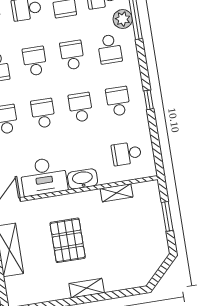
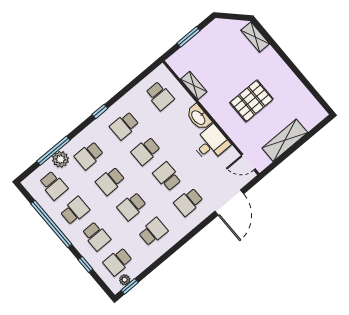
school desk: (110, 49) -> (89, 156), turned 180
window: (149, 100) -> (100, 111), moved
school desk: (43, 113) -> (167, 177), turned 90
desk: (44, 176) -> (211, 144), width x0.73
shelving: (87, 288) -> (255, 37), moved

